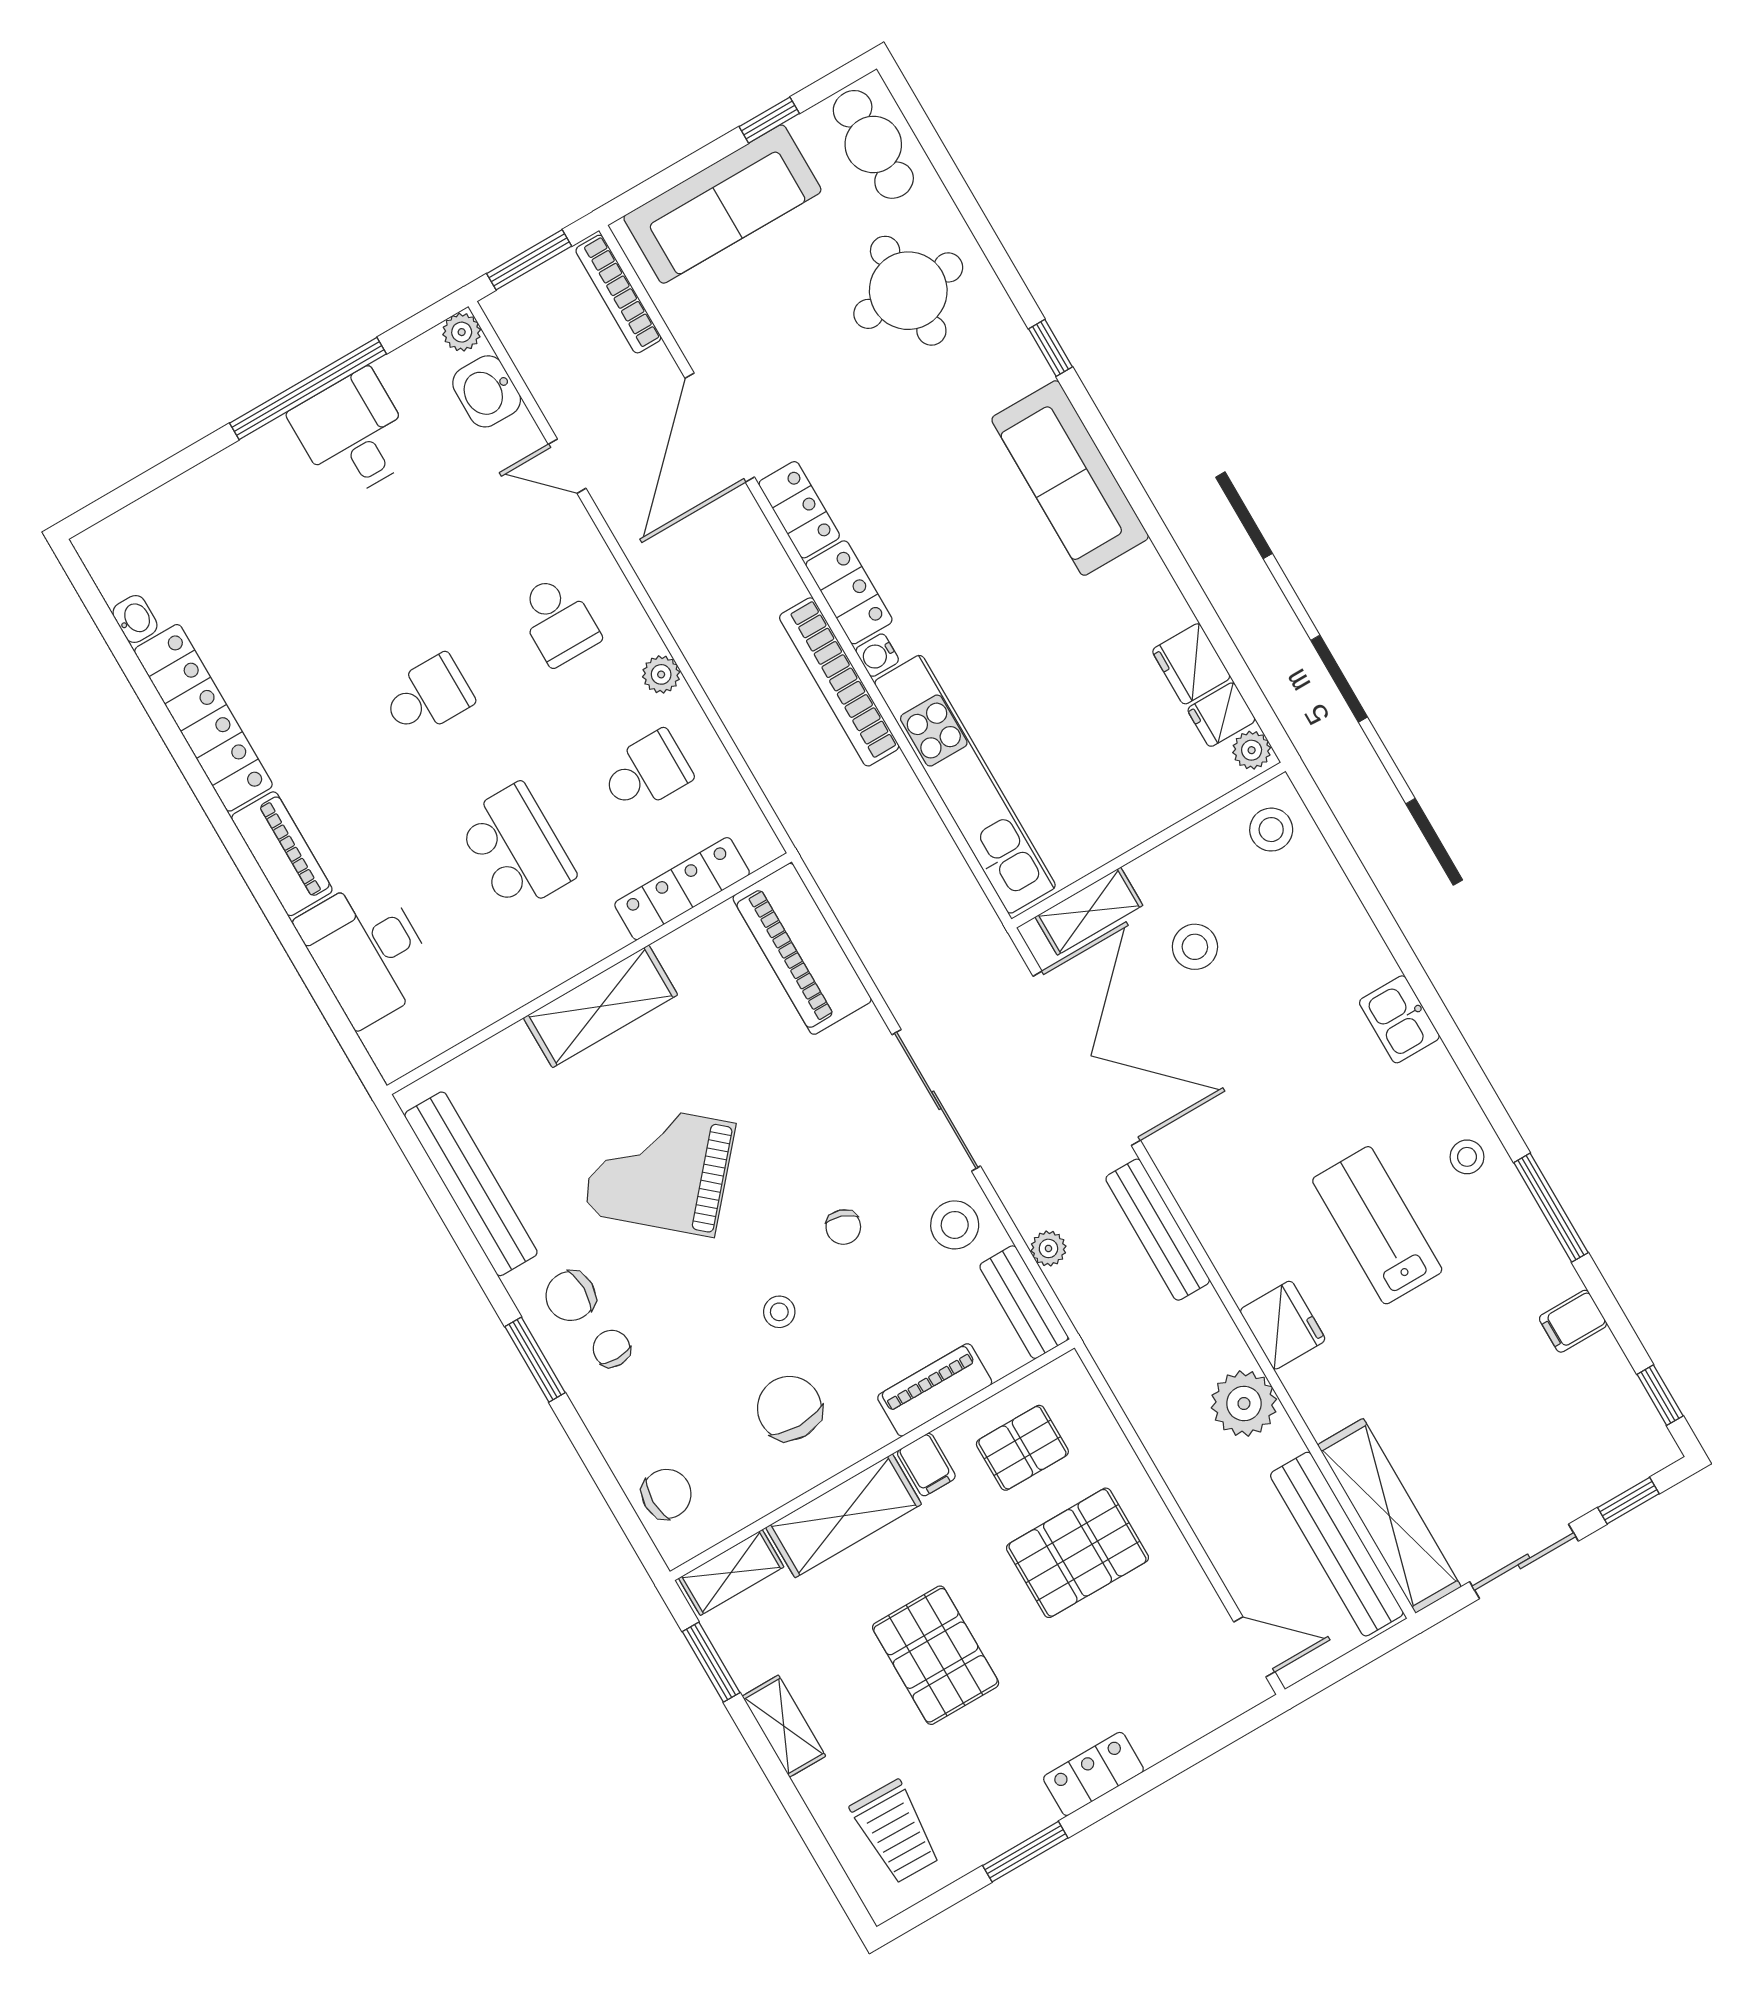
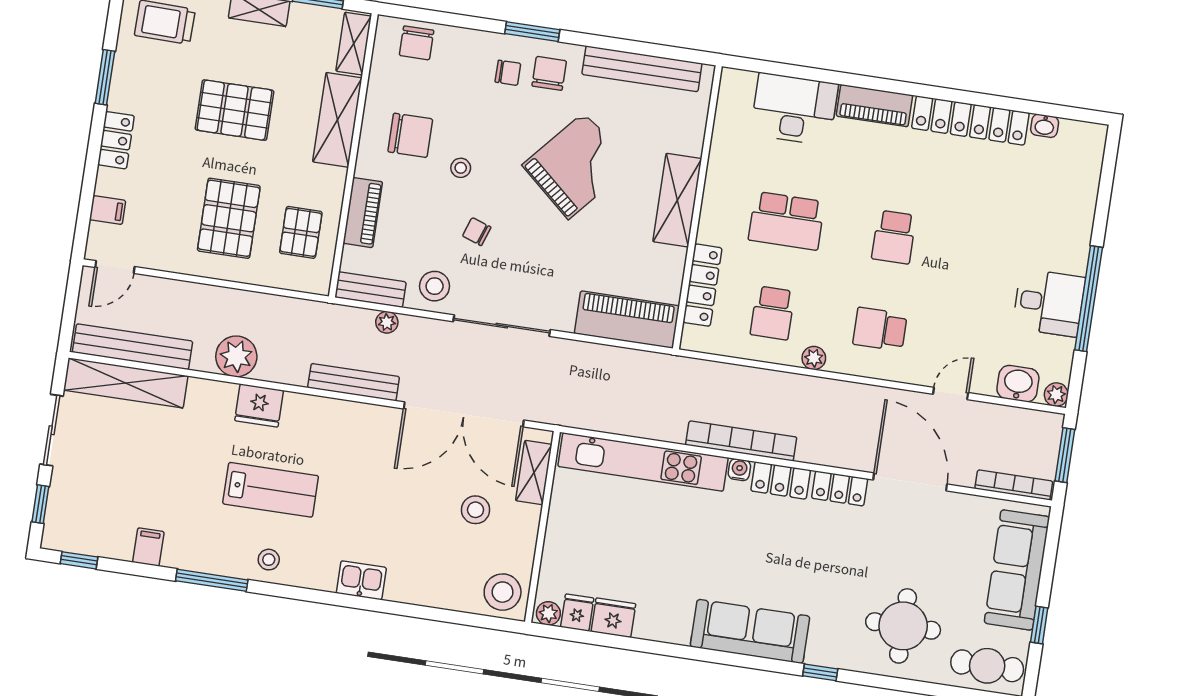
stool: (1271, 830) -> (503, 592), width x1.38, depth x1.38
filing cabinet: (926, 1465) -> (108, 210), moved, turned 180

